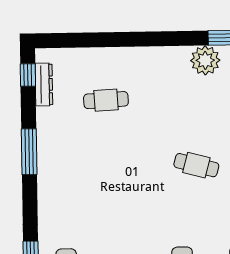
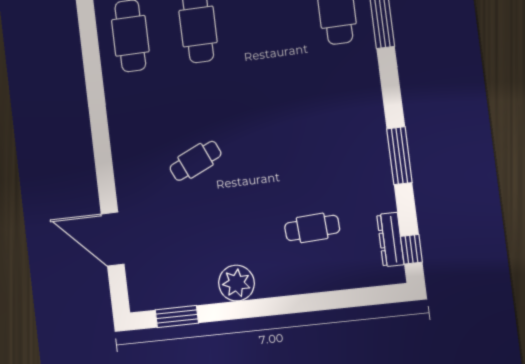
plant: (205, 60) -> (236, 283), moved
cafe table: (196, 165) -> (196, 161), turned -39

